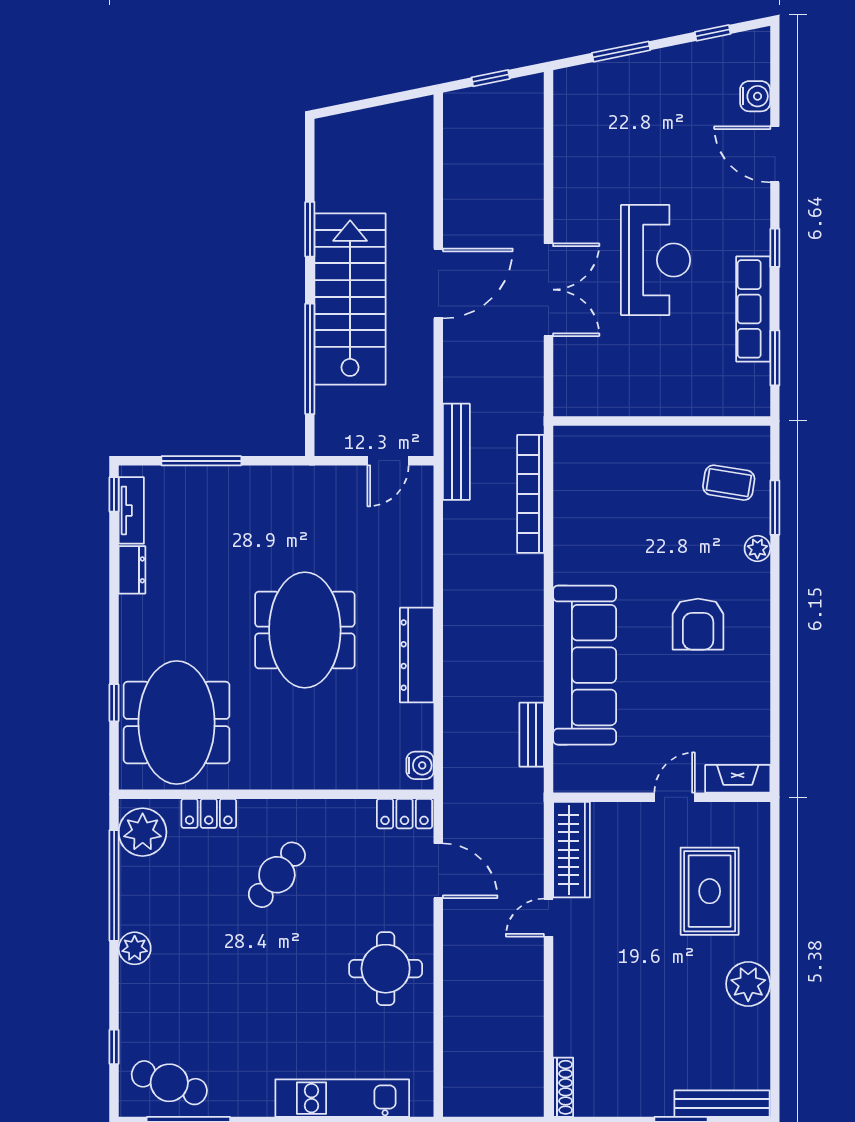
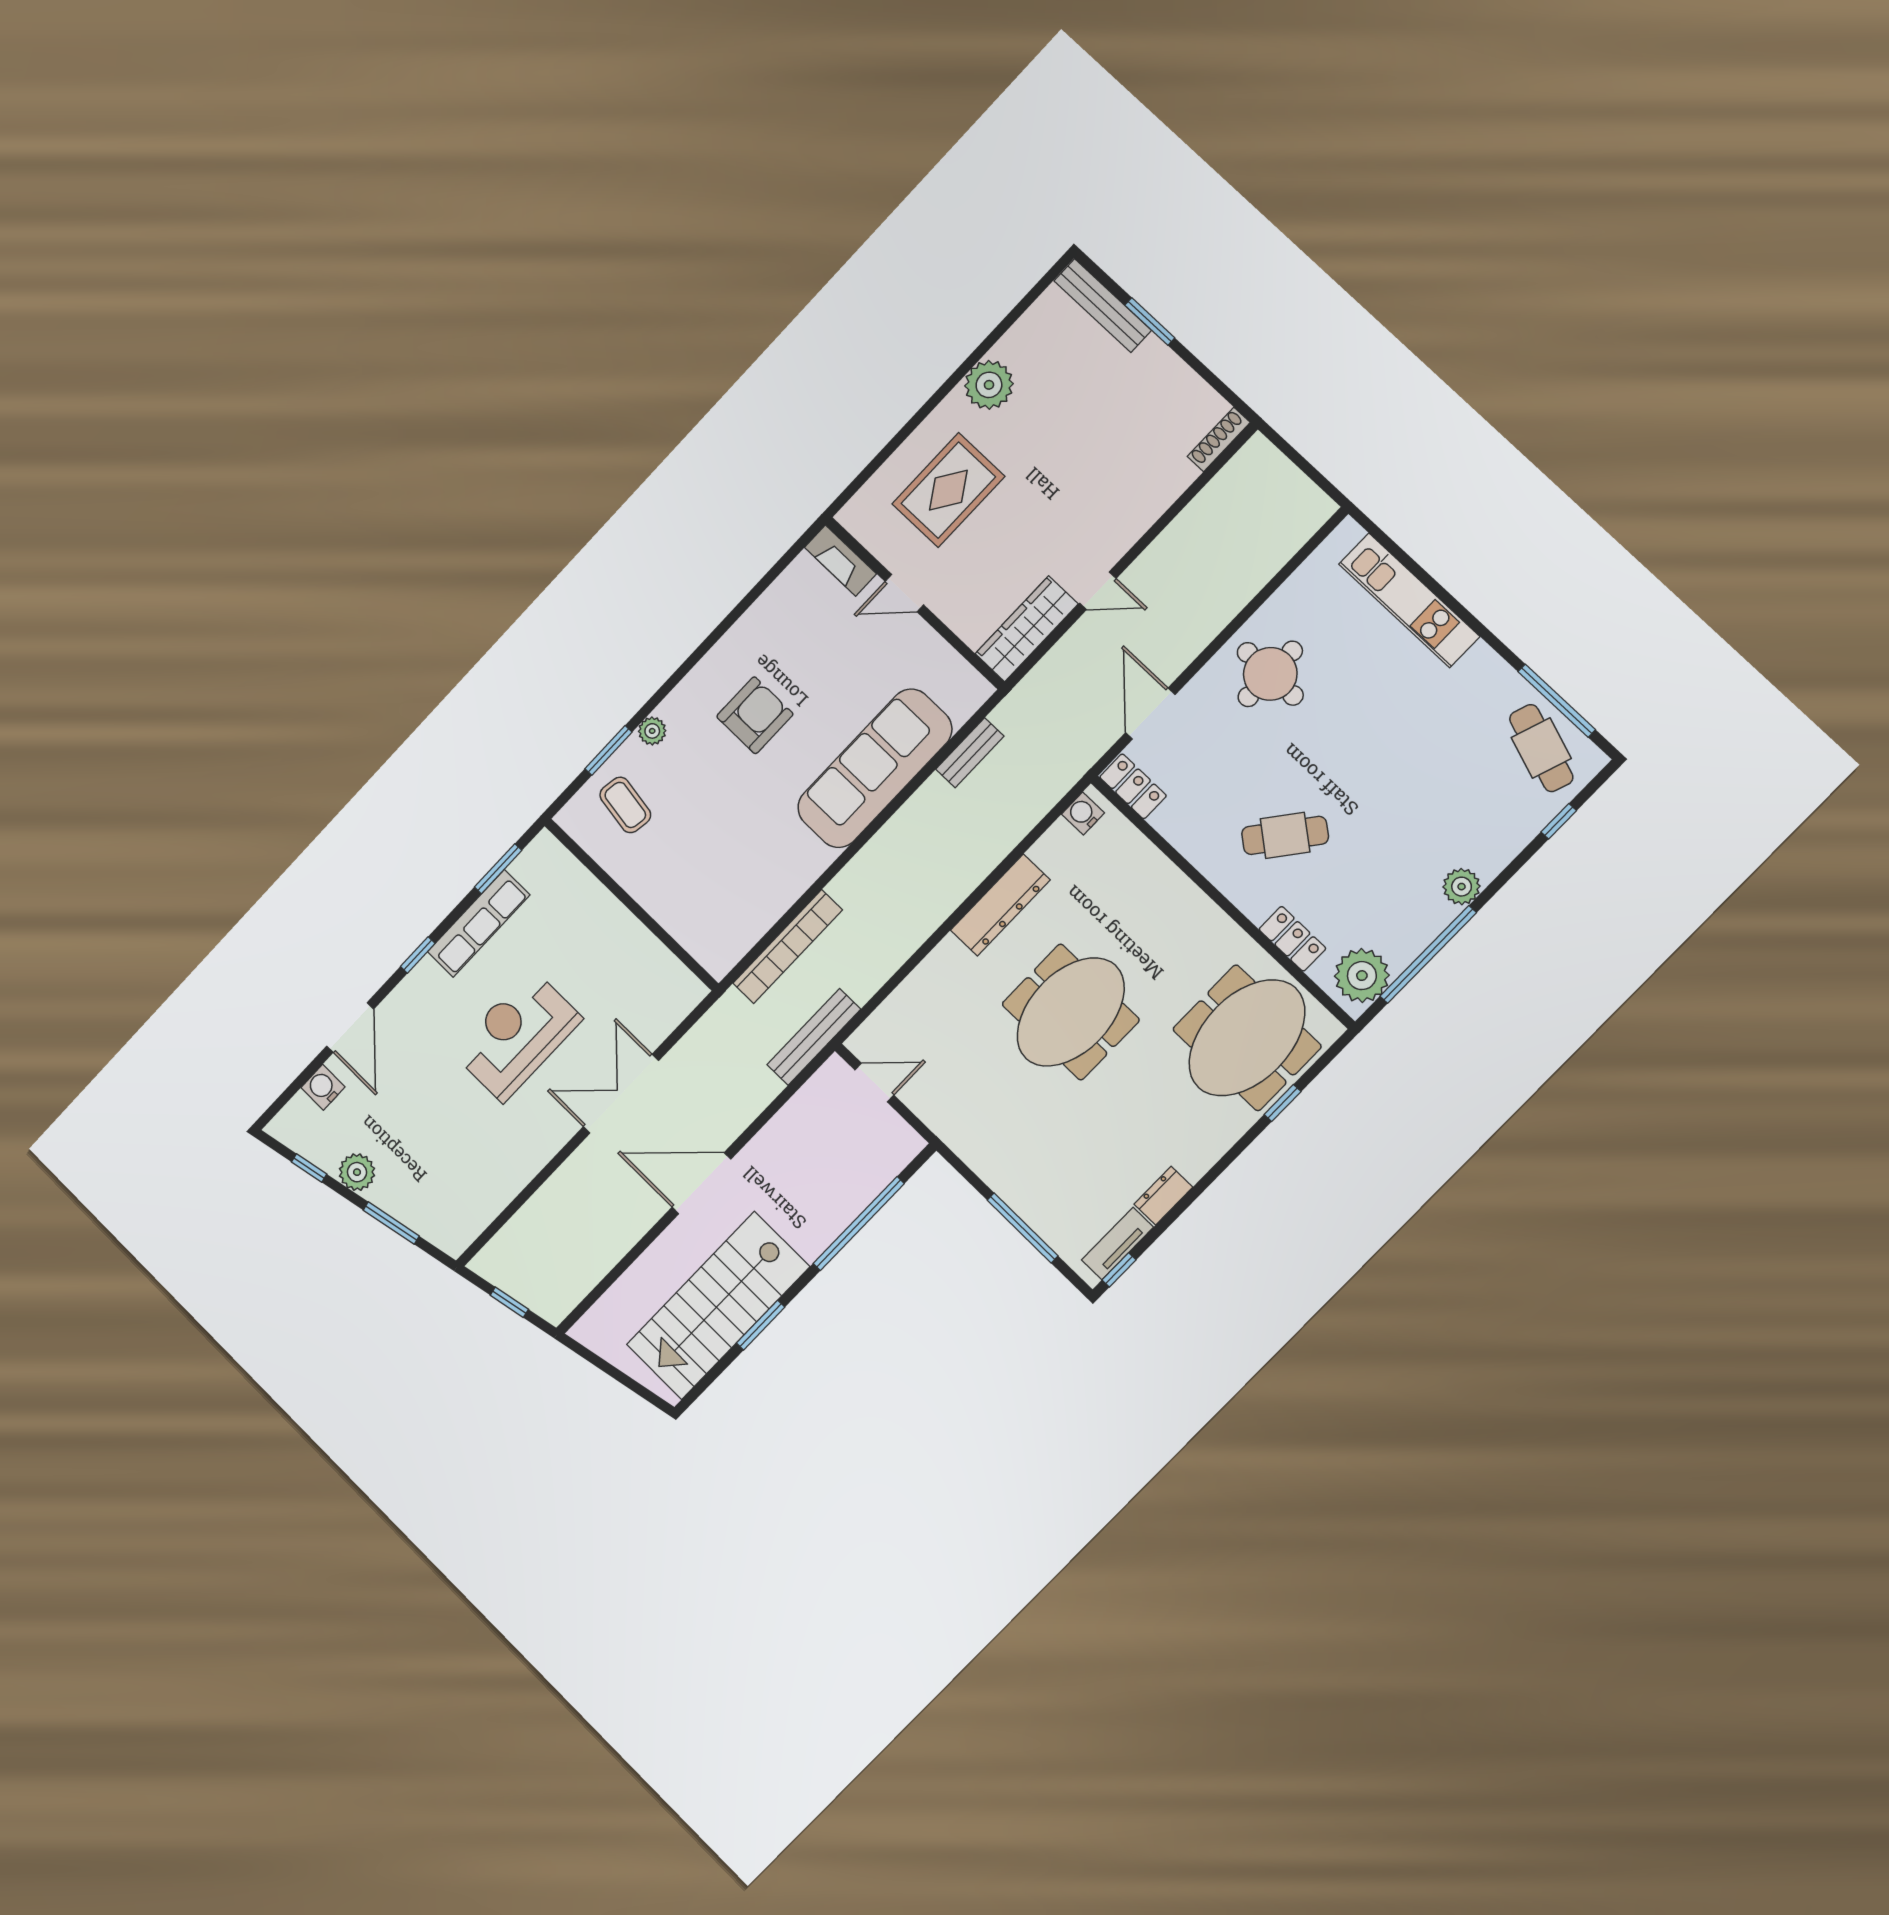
plant: (677, 62) -> (357, 1172), added
stairs: (350, 299) -> (718, 1306), moved

